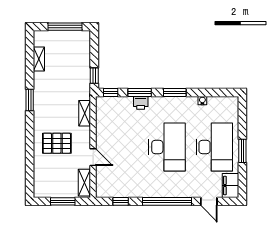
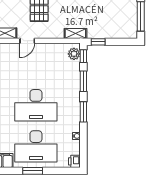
plant: (108, 103) -> (74, 54), added
printer: (141, 103) -> (74, 161), moved
shelving: (85, 113) -> (75, 34), moved

